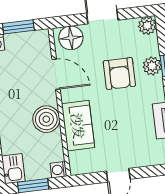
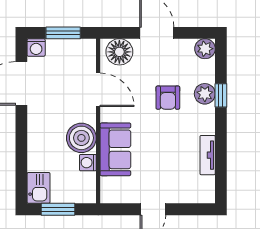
armchair: (119, 73) -> (168, 98), width x0.72, depth x0.72
washing machine: (58, 170) -> (88, 163), moved

